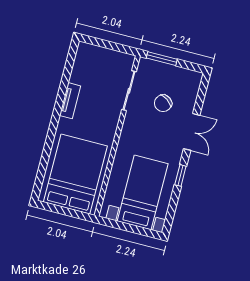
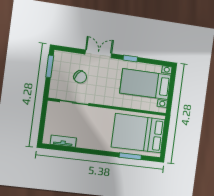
window: (162, 59) -> (50, 66), moved
tv unit: (70, 101) -> (63, 141), moved
window: (45, 159) -> (130, 156), added

